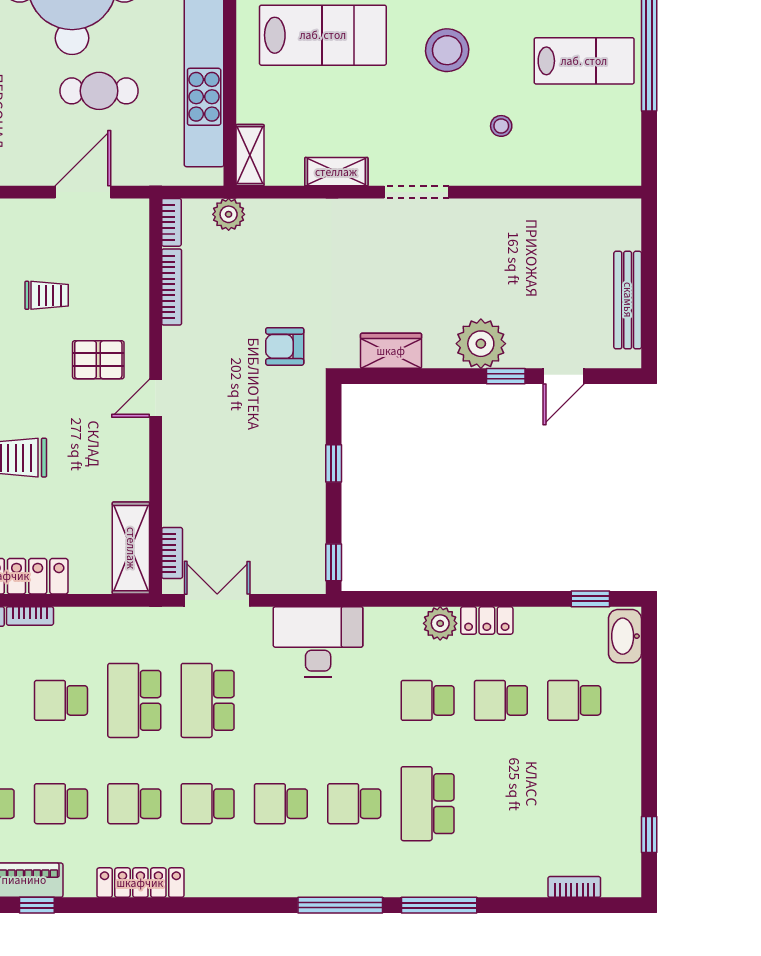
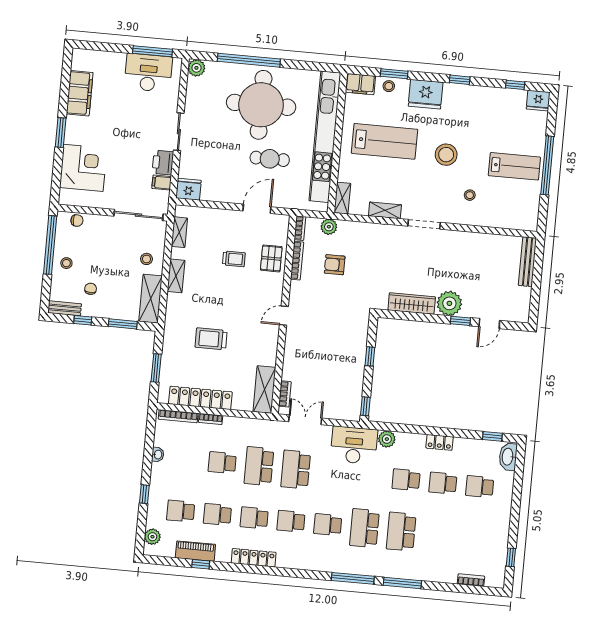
bench: (628, 300) -> (528, 262), moved
armchair: (285, 346) -> (335, 265), moved
wardrobe: (391, 351) -> (412, 303), width x1.50
pallet: (98, 360) -> (271, 258), moved, turned 90
plant: (440, 623) -> (387, 439), moved
school desk: (354, 804) -> (365, 528), width x1.85

